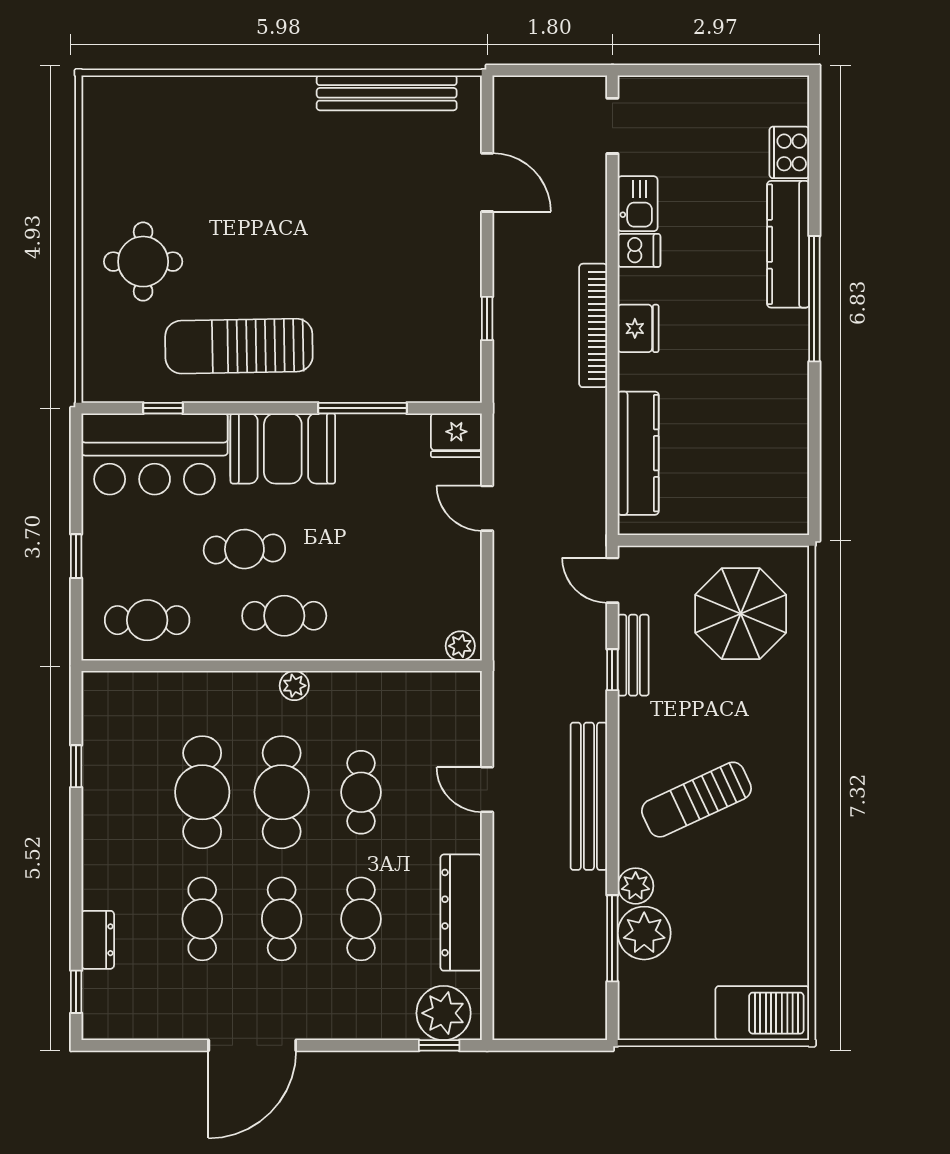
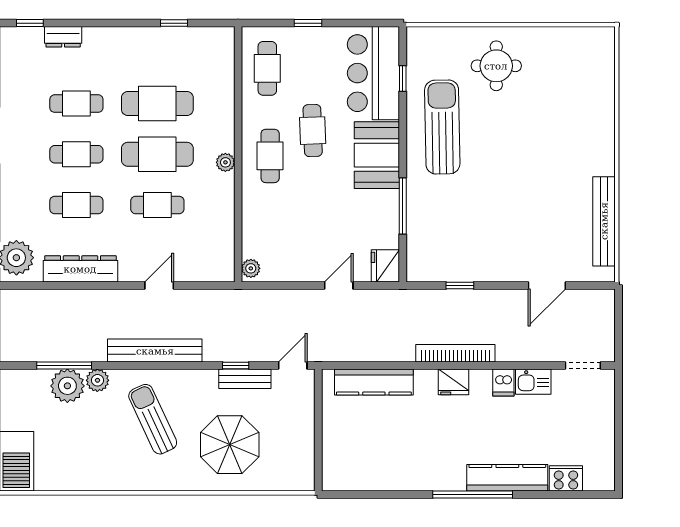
parasol: (741, 614) -> (230, 445), moved

